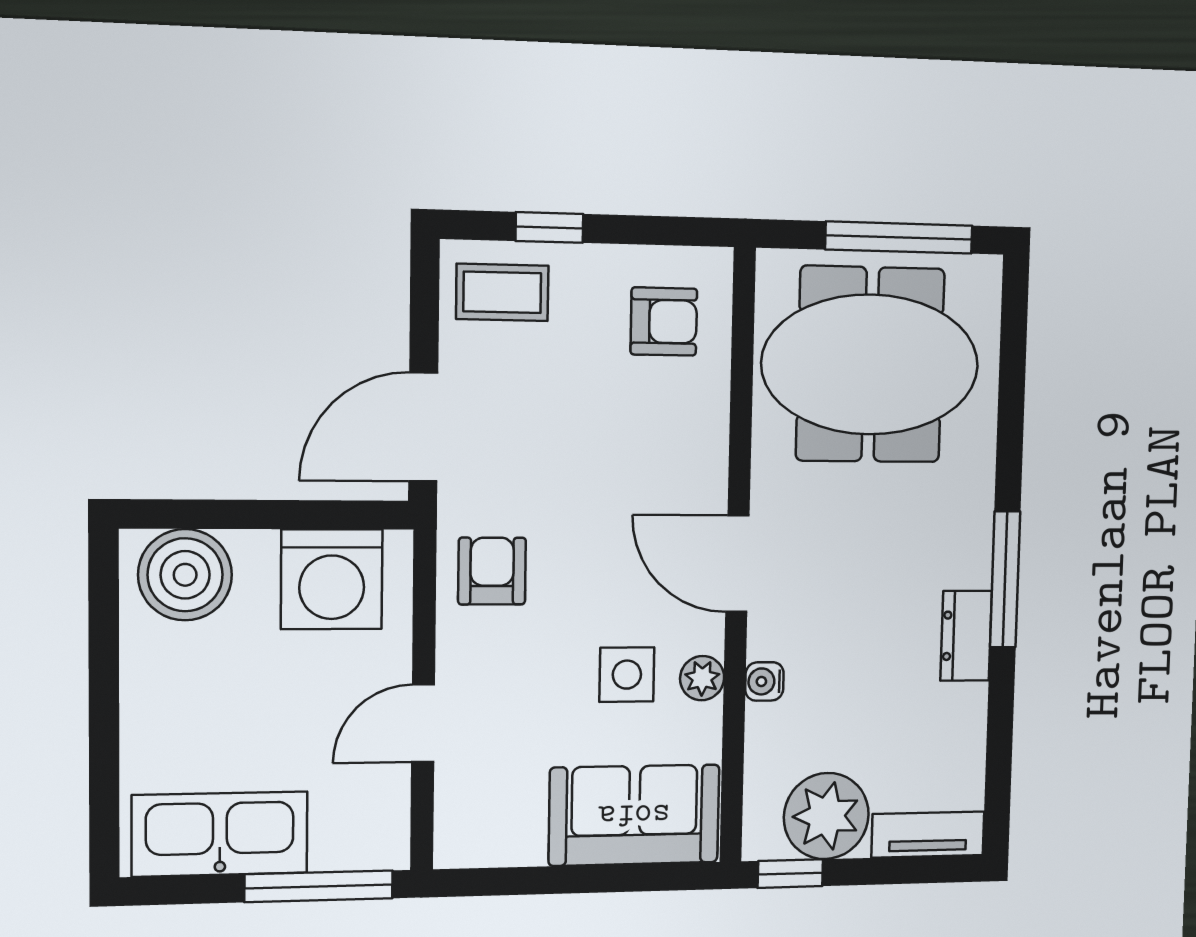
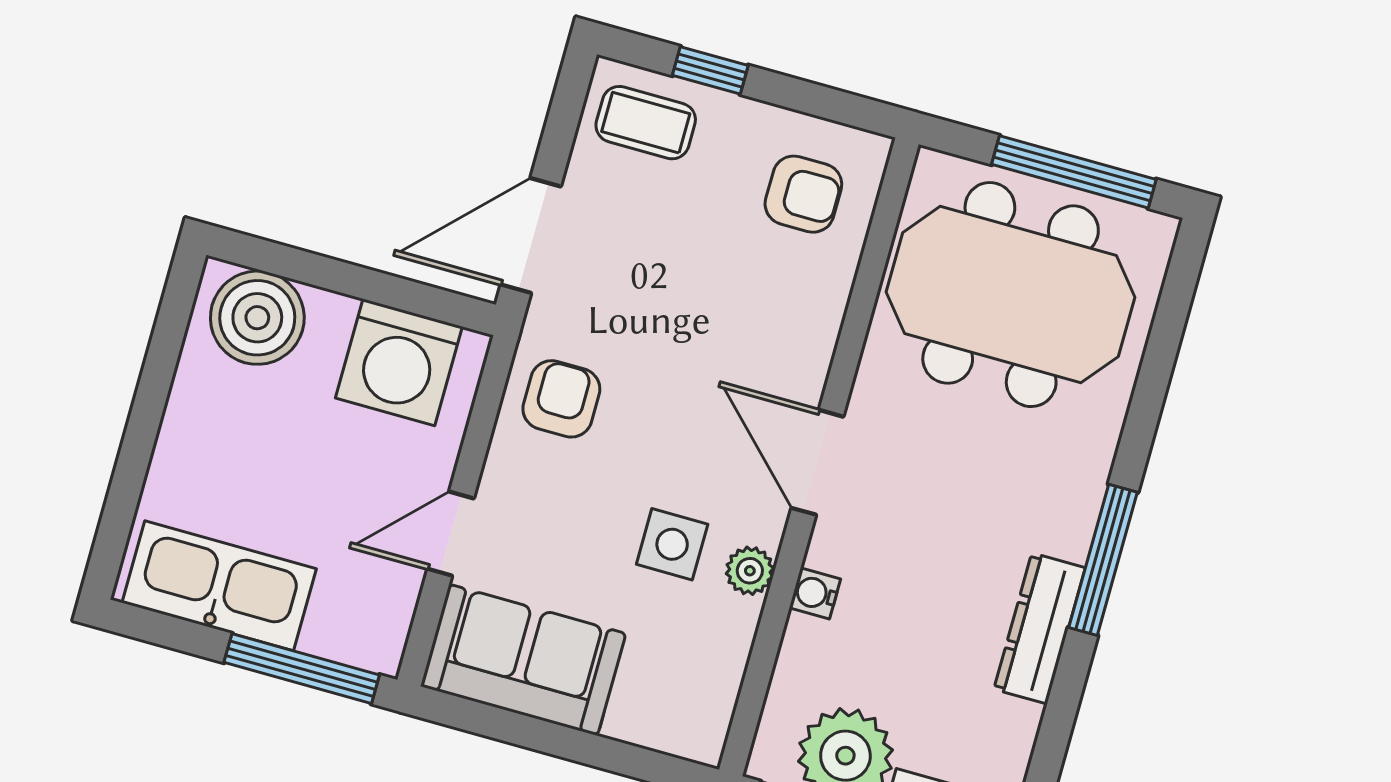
dresser: (966, 636) -> (1040, 629), width x1.44
sofa: (634, 815) -> (523, 660), moved

